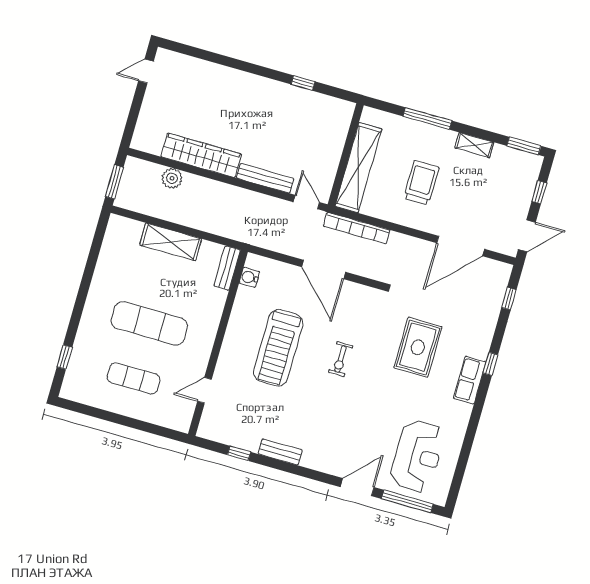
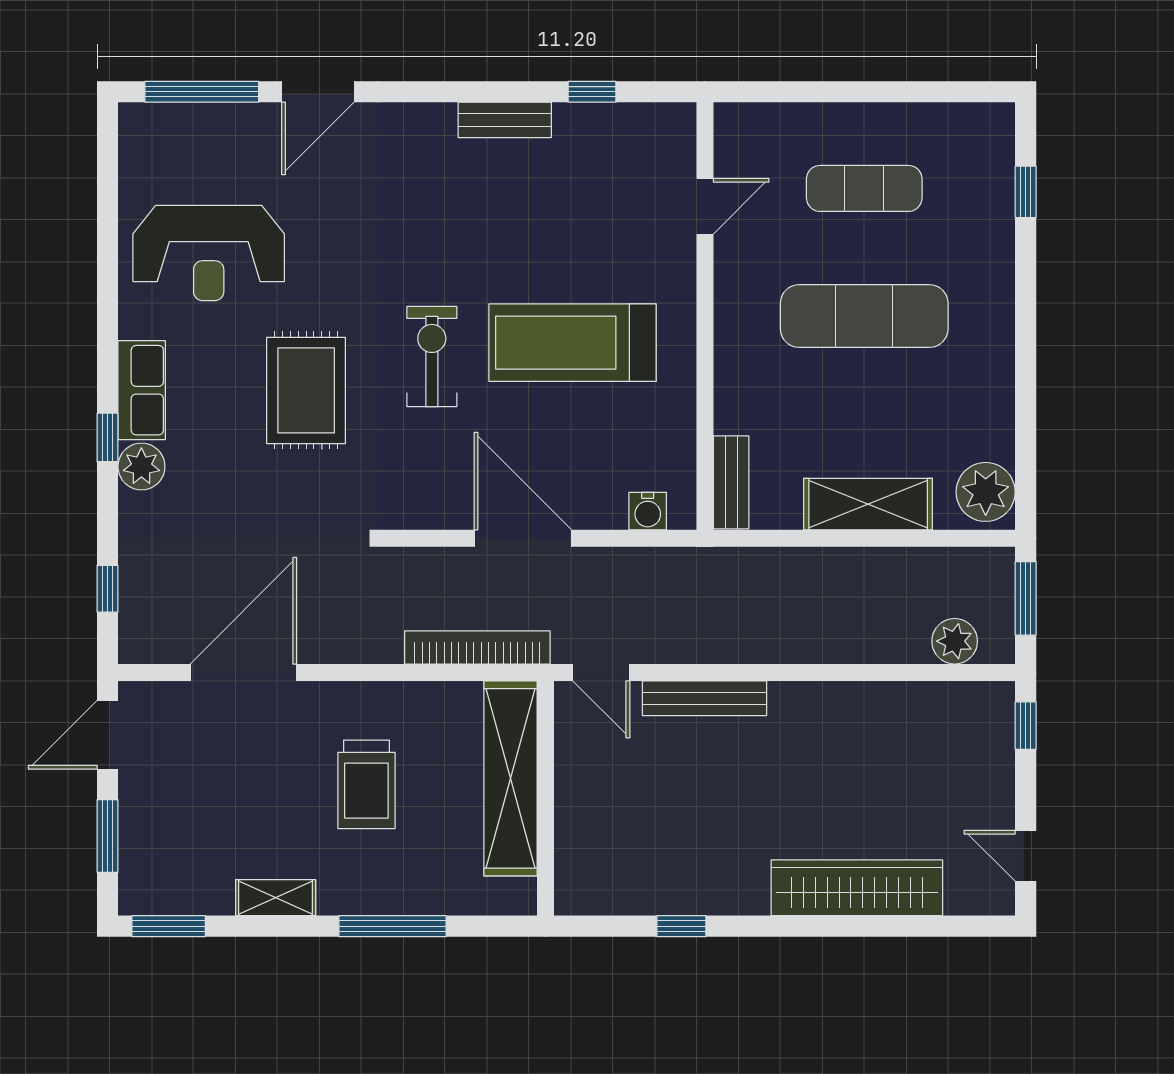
door: (146, 71) -> (1026, 856), swing flipped
window: (130, 127) -> (1026, 726), added
wardrobe: (201, 155) -> (857, 888), moved, turned 180
plant: (172, 178) -> (955, 641), moved
window: (539, 192) -> (107, 836), width x1.50
plant: (119, 233) -> (986, 492), added
water cooler: (249, 277) -> (648, 511), moved, turned 90
rug: (418, 347) -> (306, 390), moved
plant: (479, 347) -> (141, 467), added
treadmill: (278, 348) -> (573, 343), turned -90
exercise bike: (341, 359) -> (432, 356), width x1.38, depth x1.39
reception desk: (417, 456) -> (209, 253), moved, turned -90

